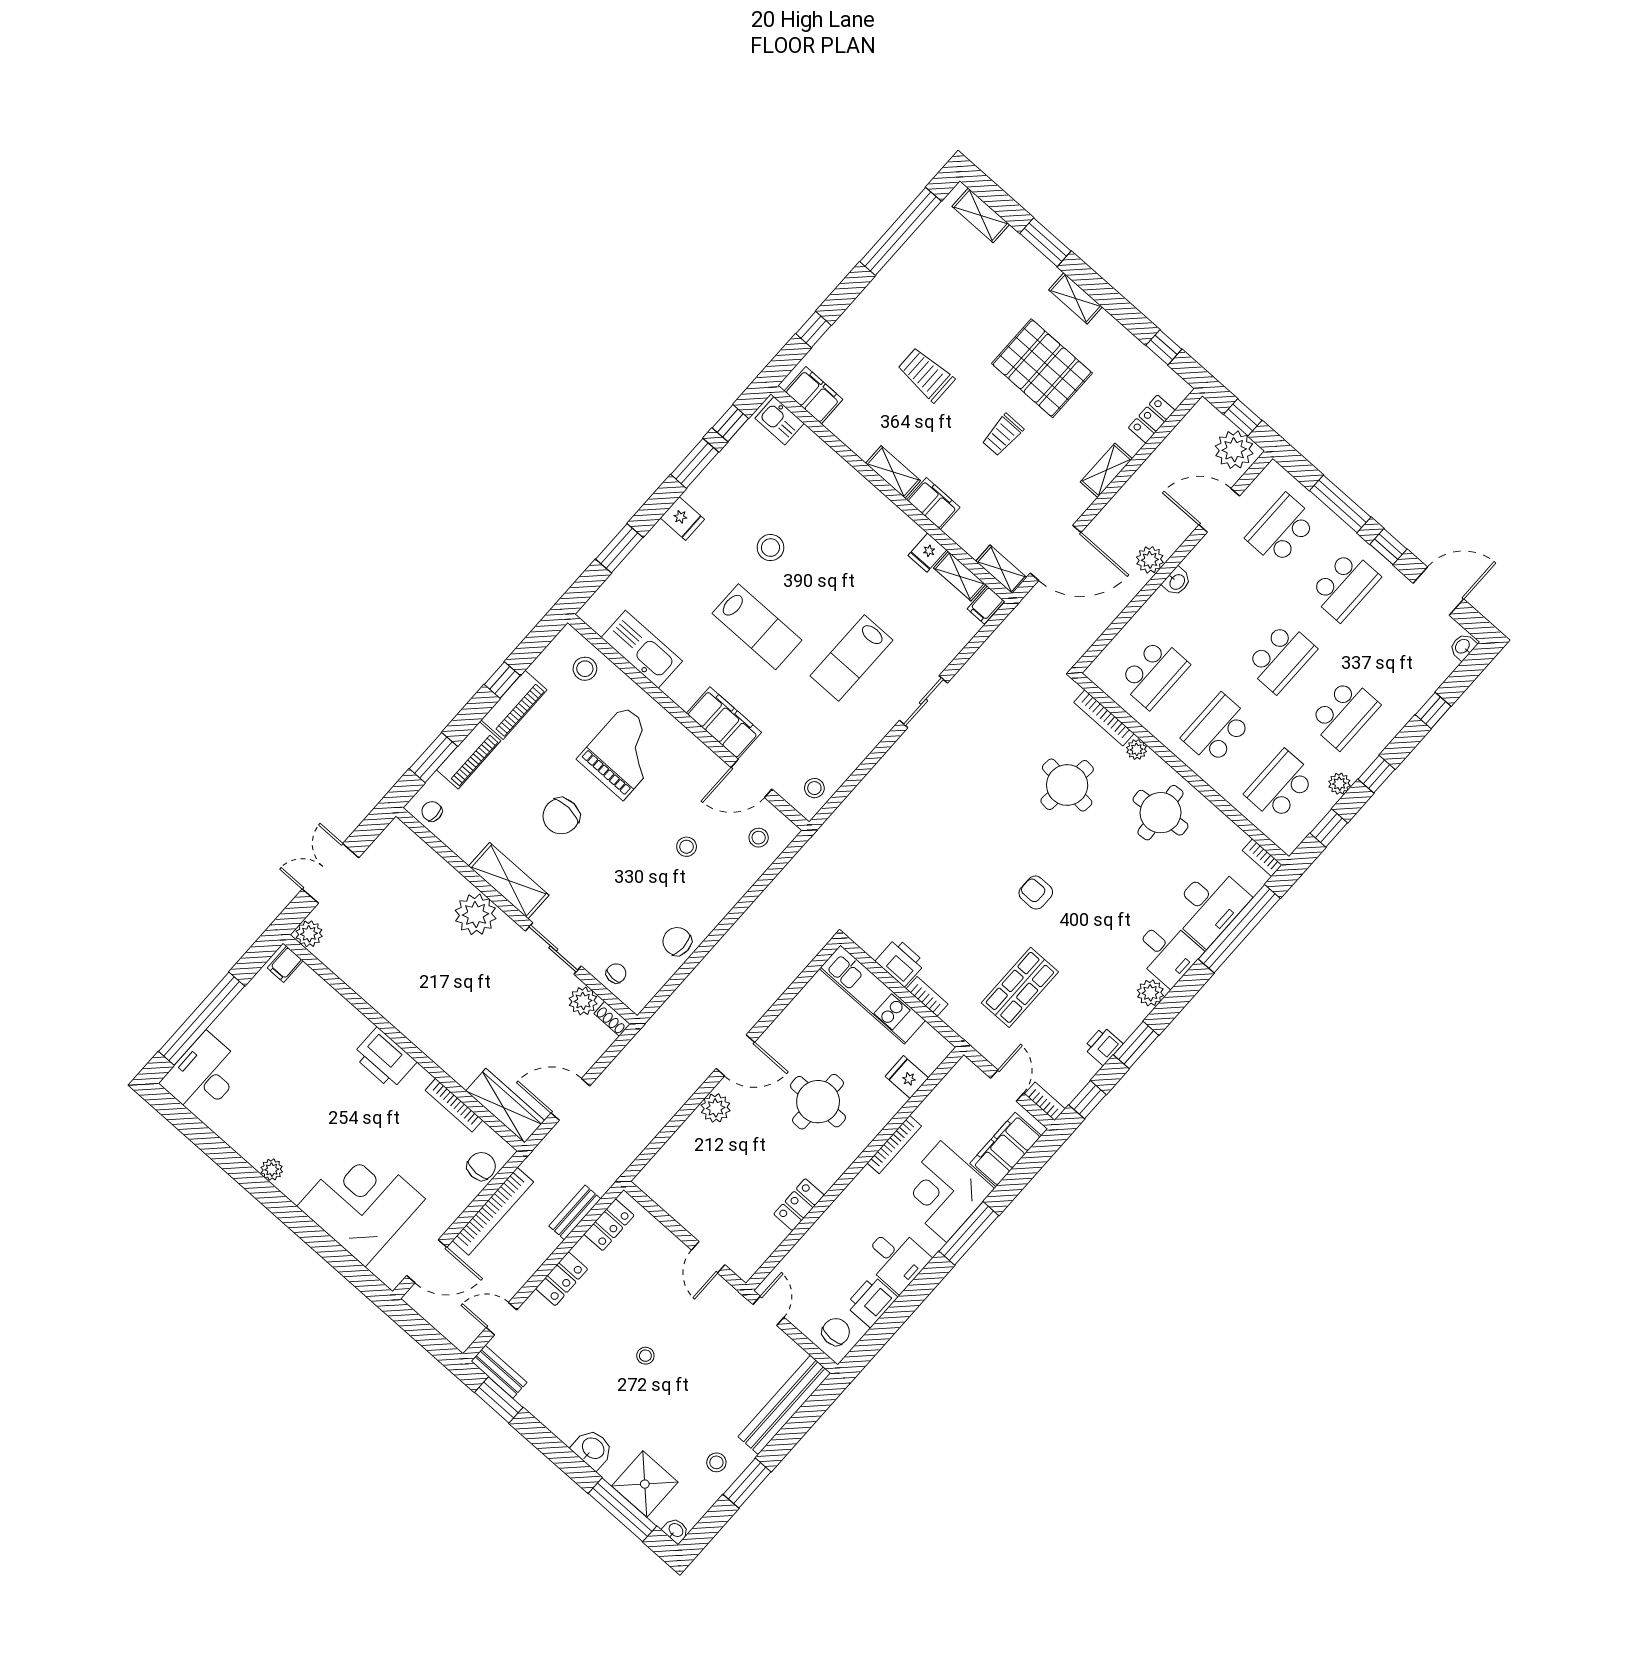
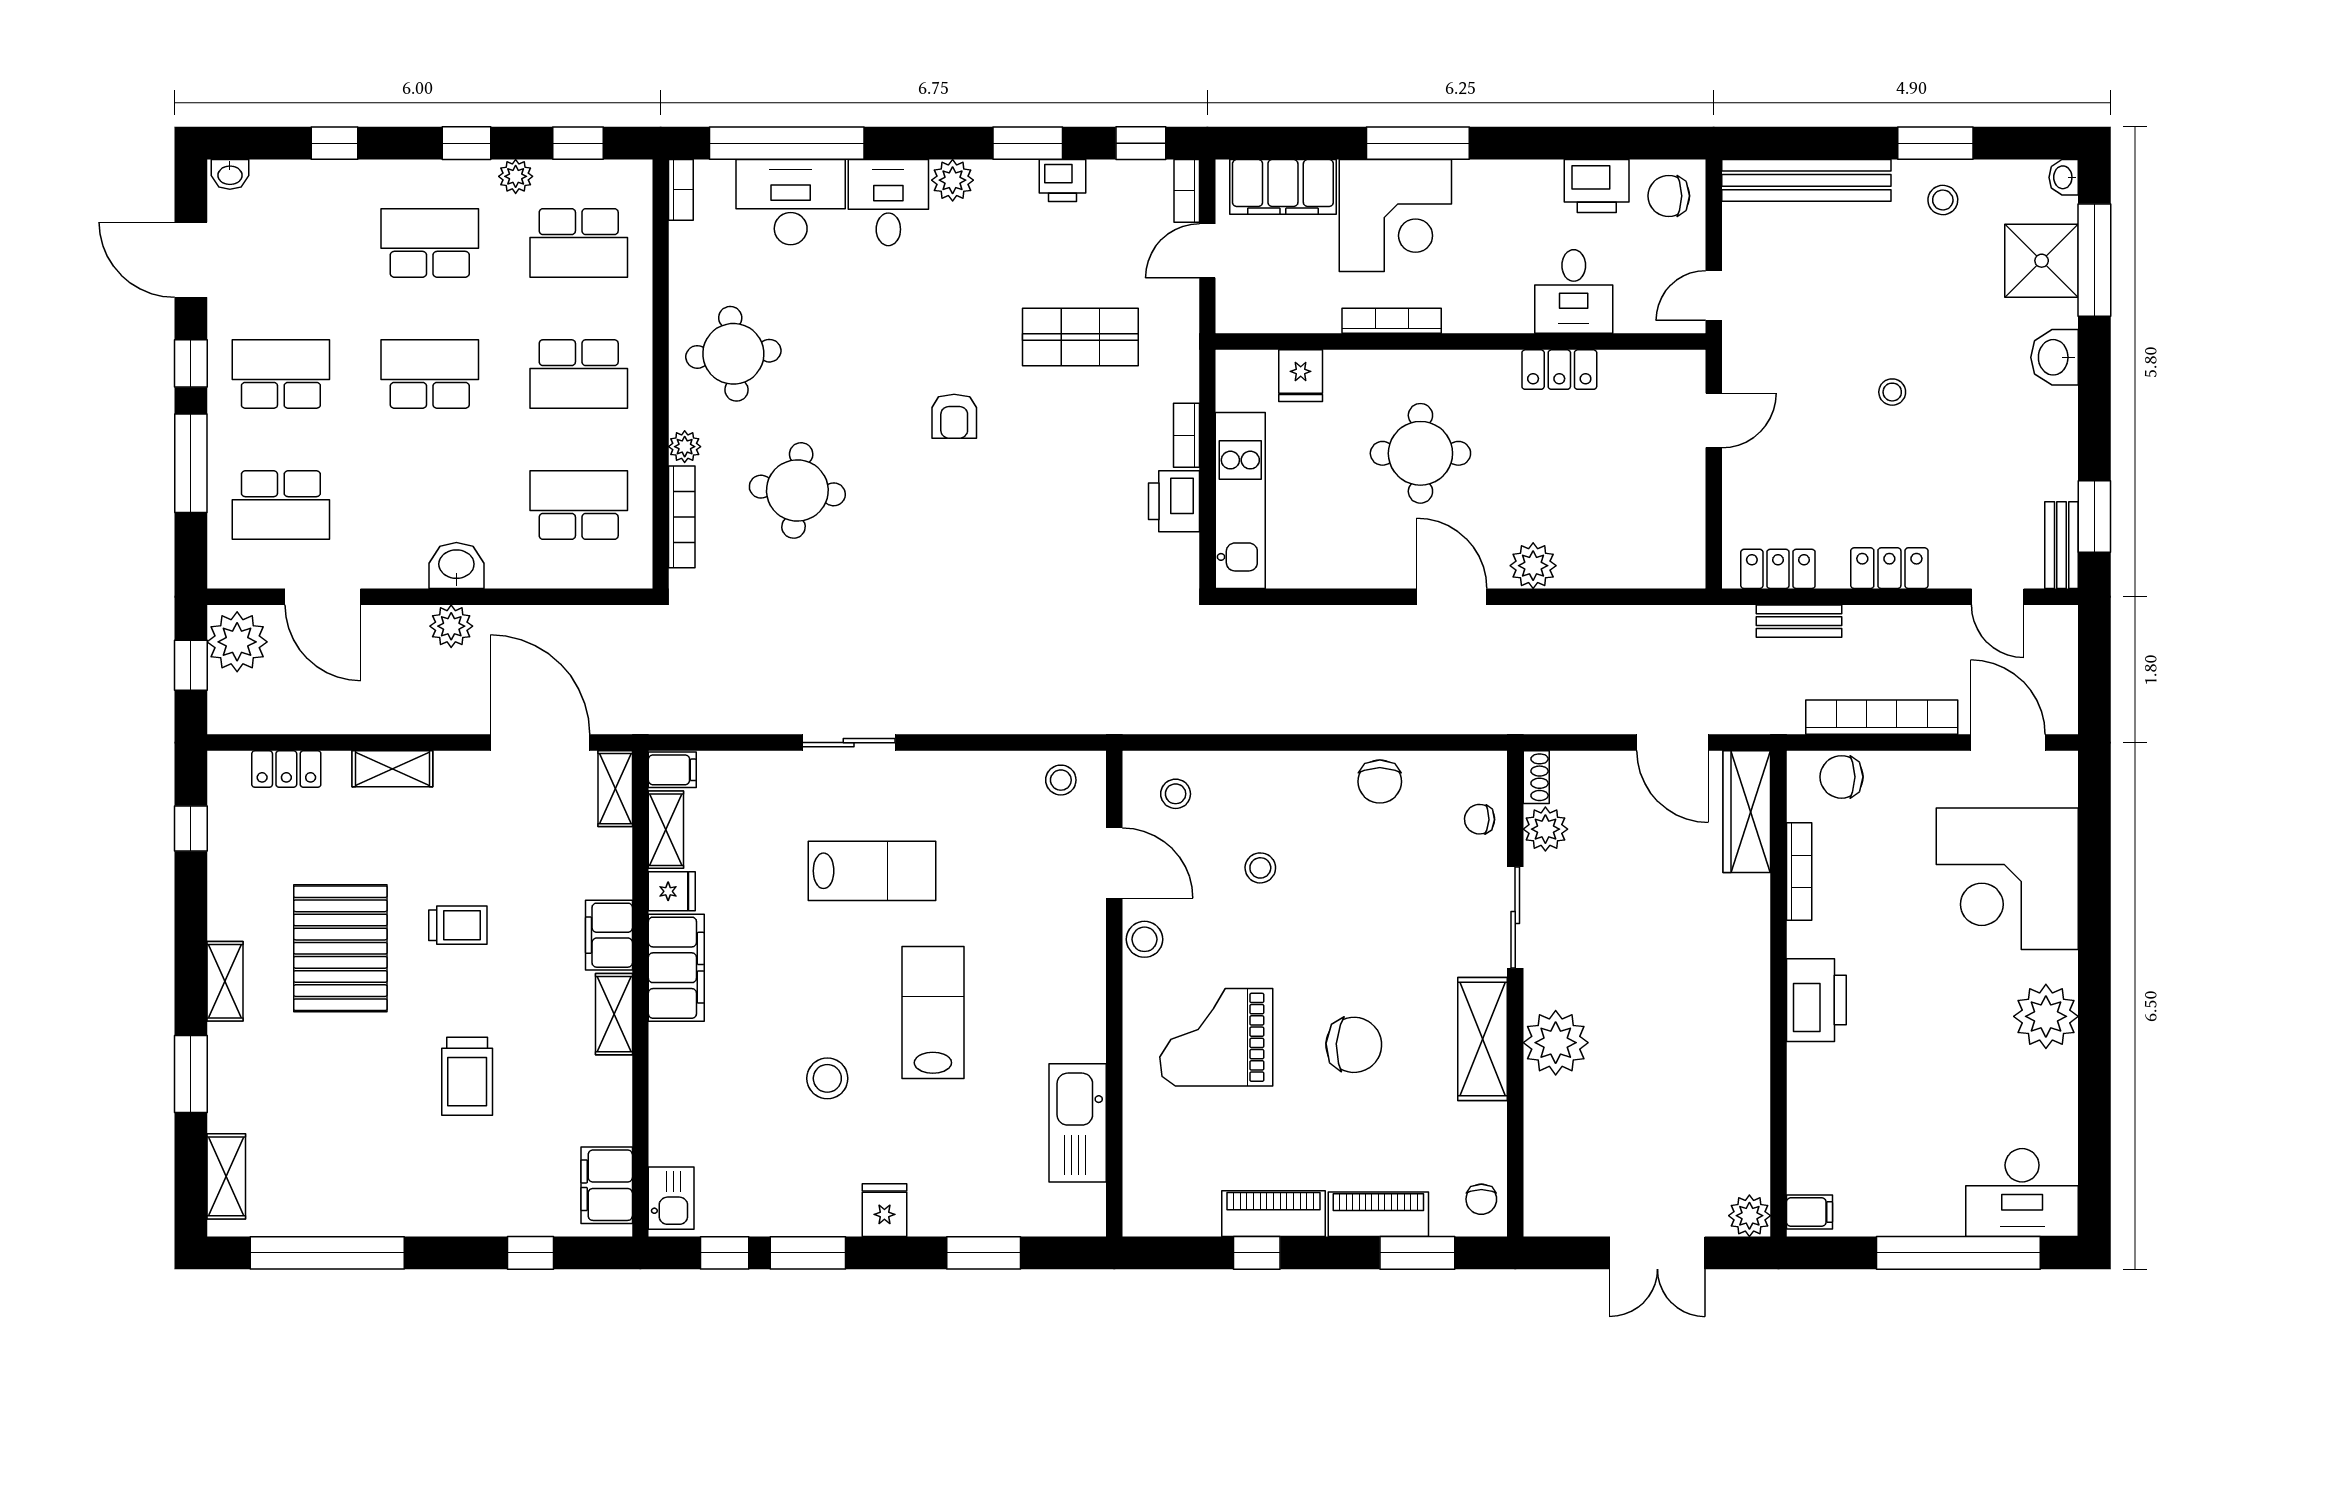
washbasin: (1177, 582) -> (456, 566), width x1.38, depth x1.45
stool: (585, 669) -> (1145, 939), moved
filing cabinet: (724, 723) -> (676, 968), moved, turned 180
plant: (272, 1170) -> (2046, 1016), width x1.87, depth x1.87
desk: (896, 1259) -> (1574, 292), moved, turned 180

